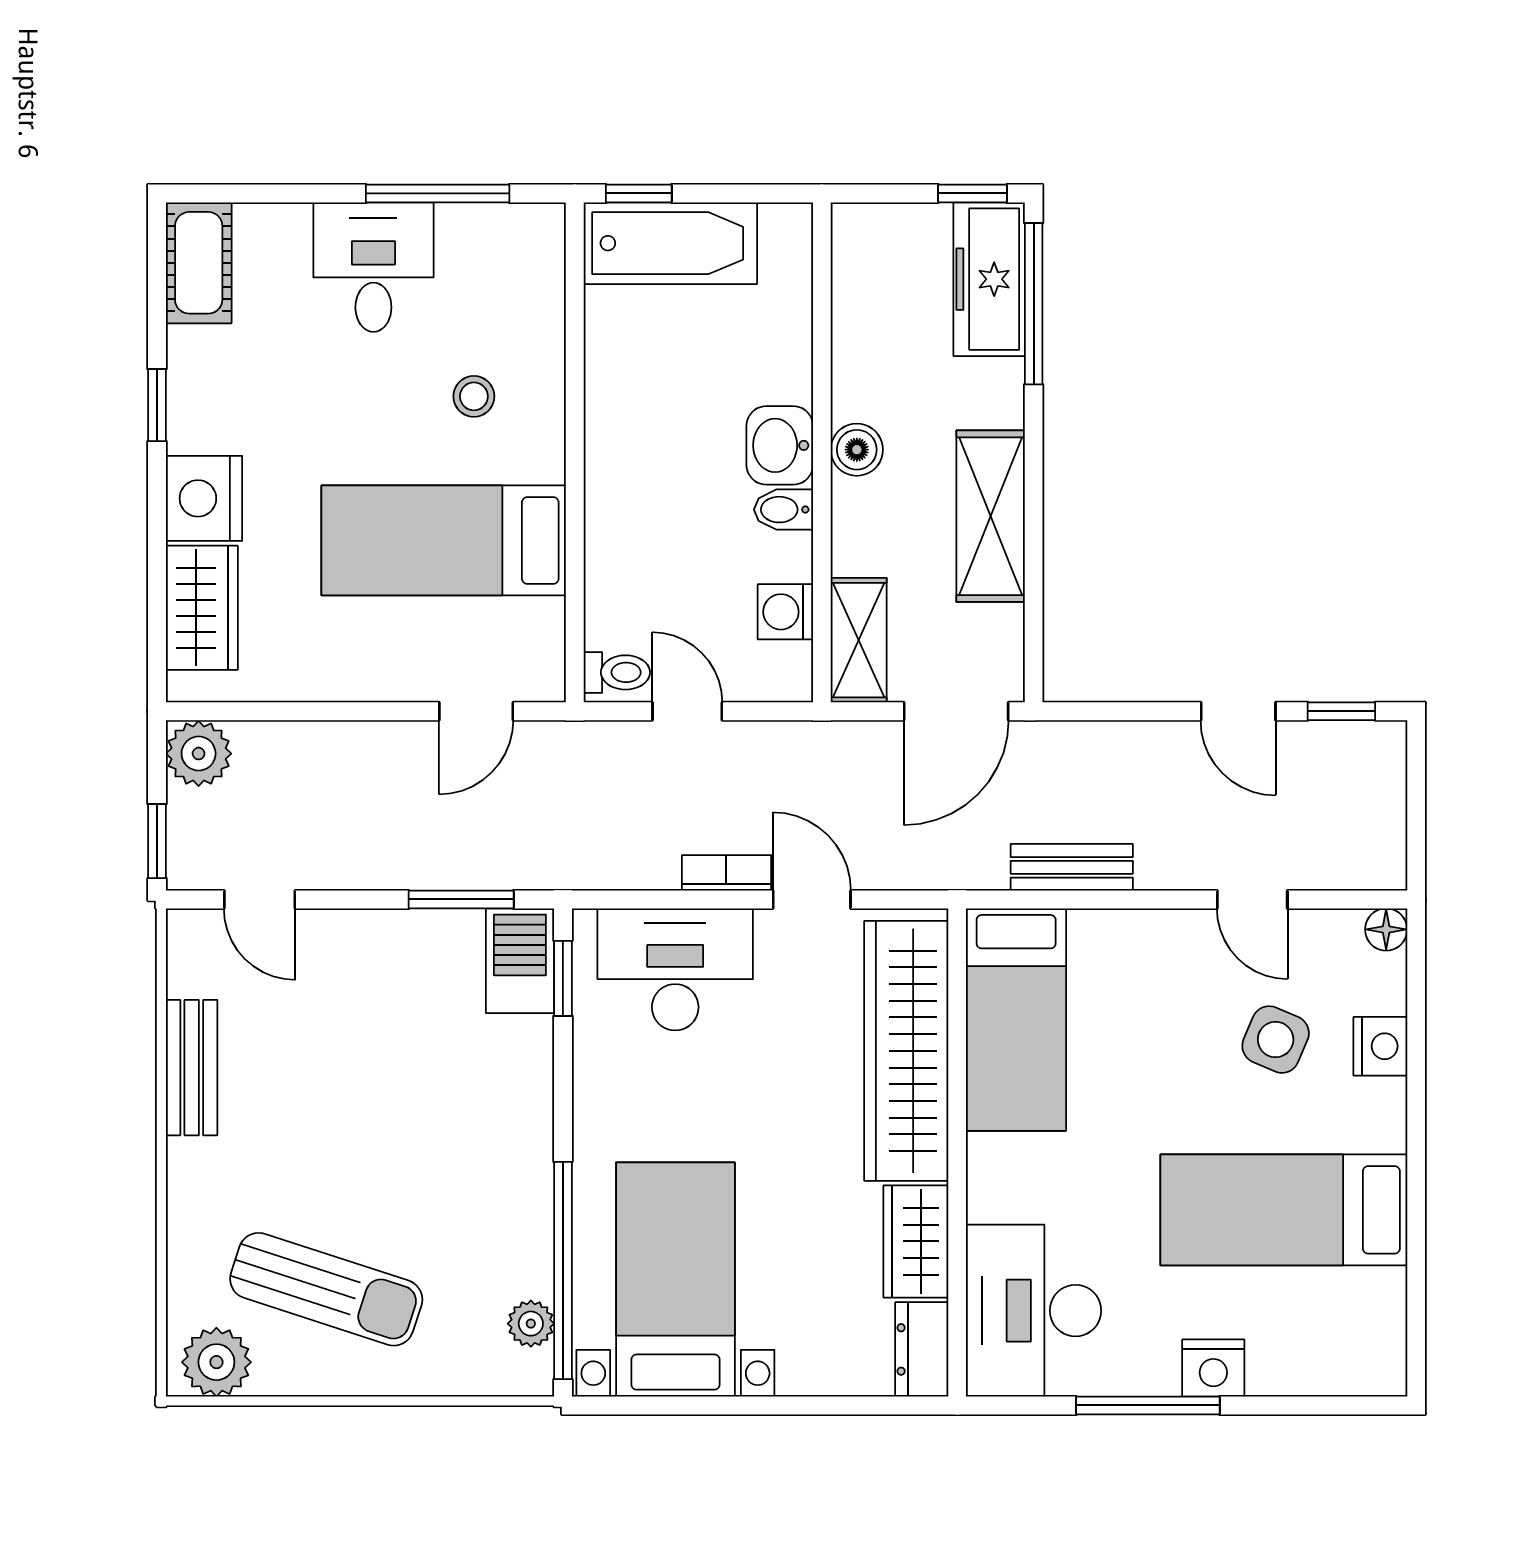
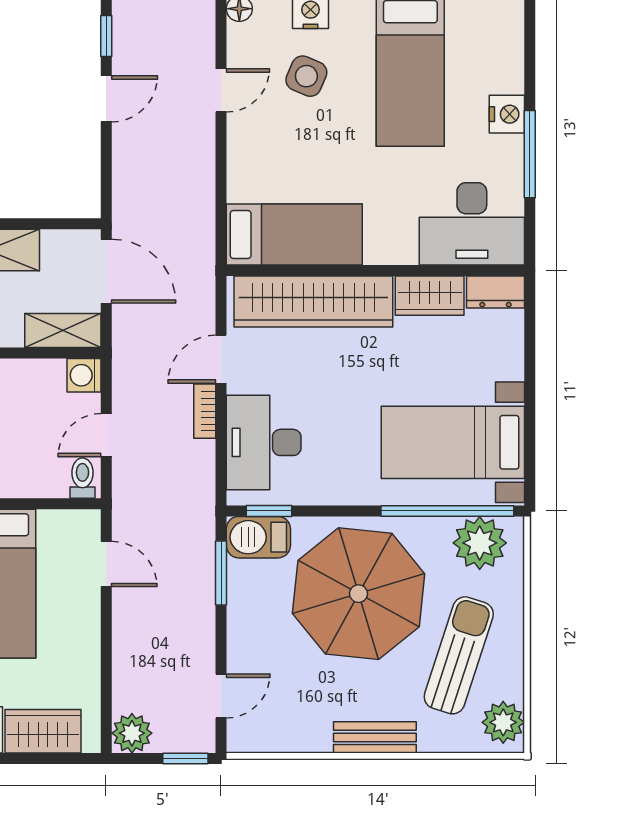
washing machine: (785, 612) -> (84, 375), moved, turned 90
bench: (1072, 867) -> (201, 200), removed
bench: (192, 1068) -> (375, 737), moved
parasol: (427, 1125) -> (359, 594), added
plant: (531, 1324) -> (480, 543), width x1.87, depth x1.87

